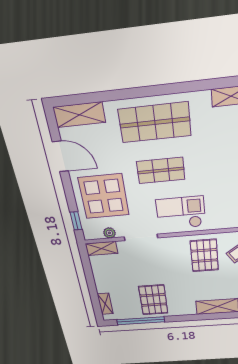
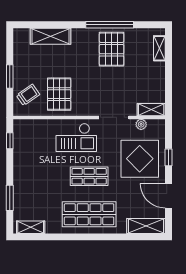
window: (76, 221) -> (168, 157), moved
window: (141, 321) -> (110, 25), moved

